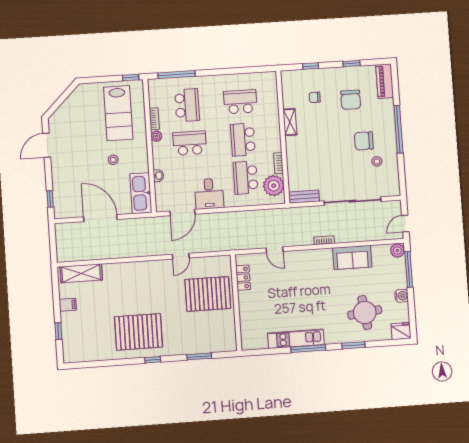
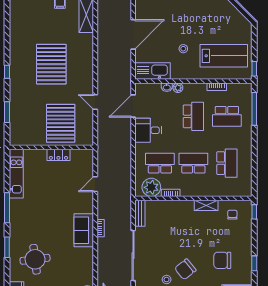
window: (311, 66) -> (254, 212), moved
chair: (315, 97) -> (232, 215), moved
lab bench: (118, 113) -> (224, 56), turned 180
plant: (156, 136) -> (178, 88), moved
chair: (364, 141) -> (185, 269), turned -129
door: (182, 213) -> (133, 106), hinge flipped
sofa: (352, 257) -> (84, 230), moved
locker: (243, 278) -> (58, 155), moved
pallet: (138, 332) -> (51, 64), moved
kitchen unit: (296, 339) -> (16, 174), moved

